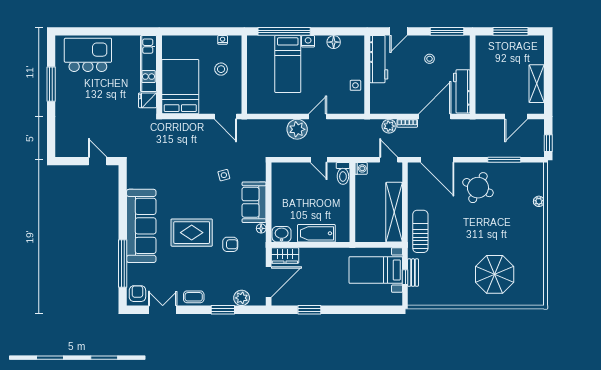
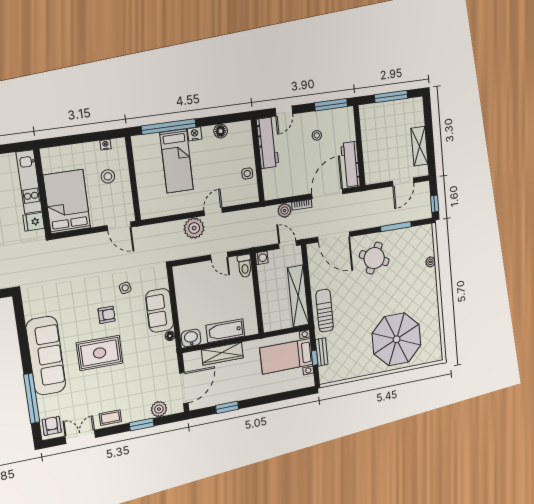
armchair: (230, 244) -> (107, 315), moved
wardrobe: (285, 255) -> (222, 354), moved, width x1.50
parasol: (495, 274) -> (397, 339), width x1.36, depth x1.36

